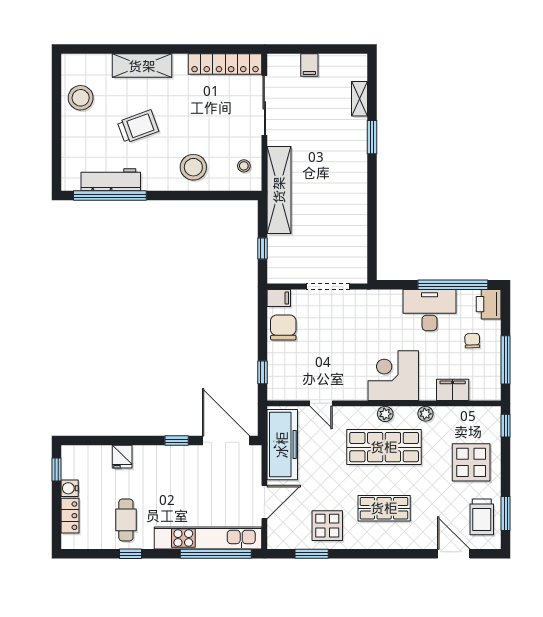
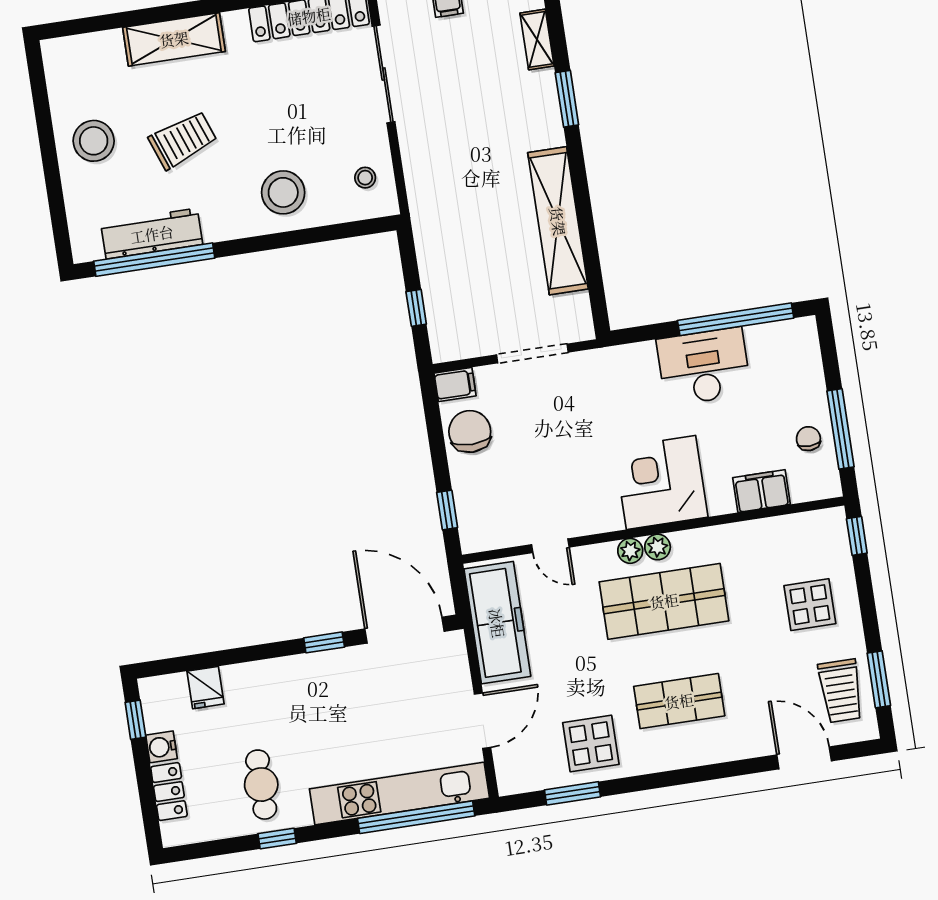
stool: (81, 98) -> (94, 141), moved
shelving: (279, 190) -> (558, 221), moved
printer: (489, 304) -> (799, 342), removed
chair: (472, 341) -> (808, 439), moved
plant: (425, 414) -> (630, 551), moved
fridge: (122, 457) -> (205, 688), moved
display table: (471, 462) -> (810, 605), width x0.73, depth x0.73

